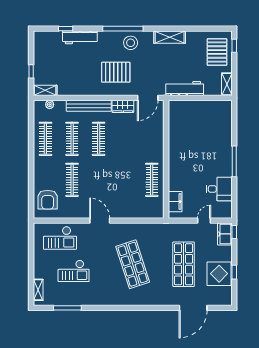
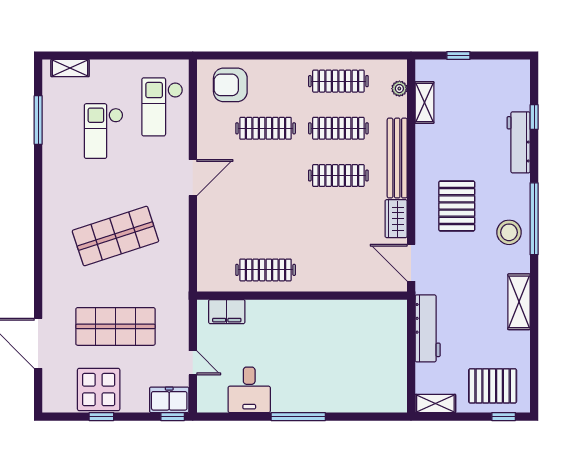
shelving: (45, 90) -> (424, 102), moved

